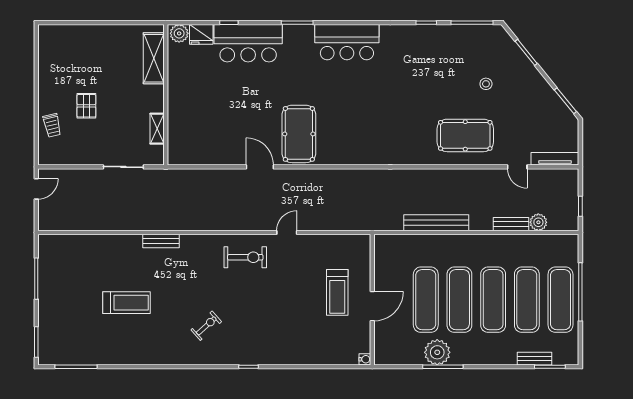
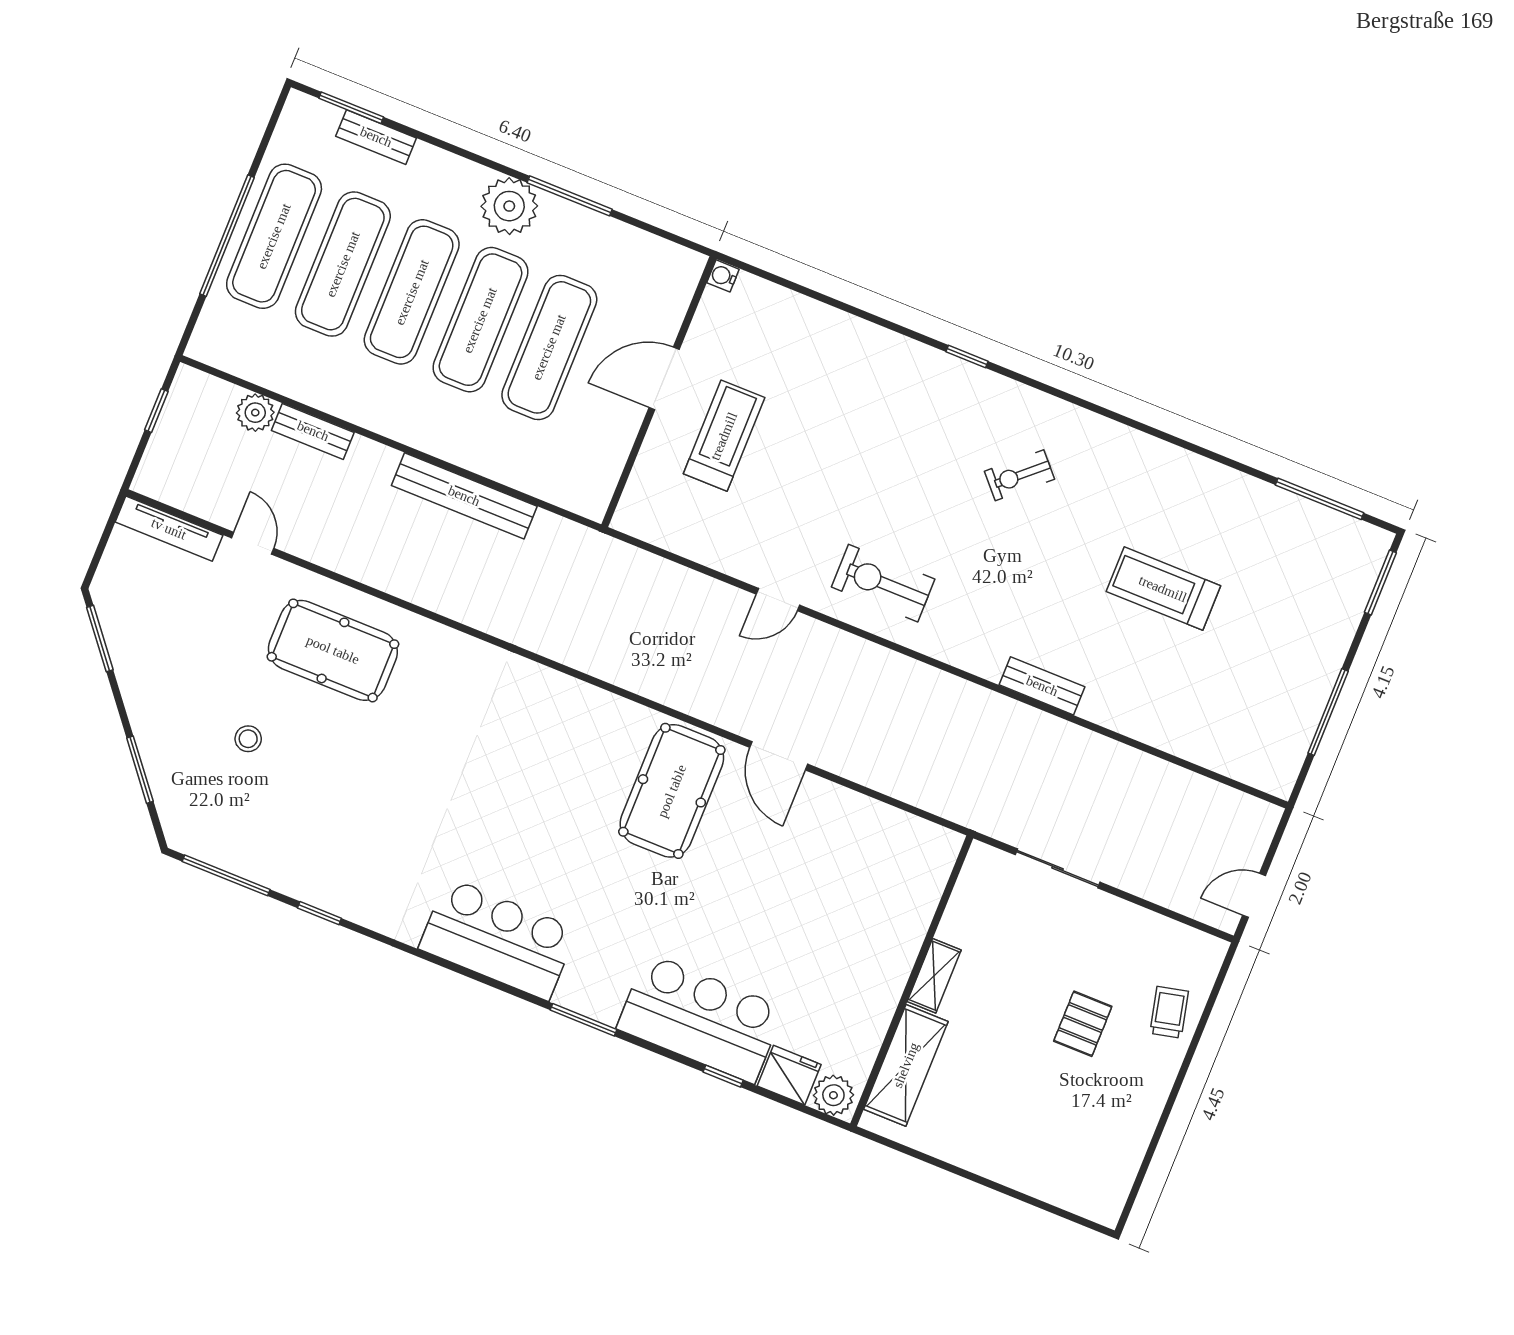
shelving: (157, 129) -> (934, 976), moved
plant: (437, 352) -> (509, 206), moved

